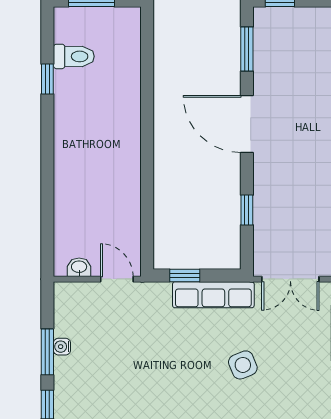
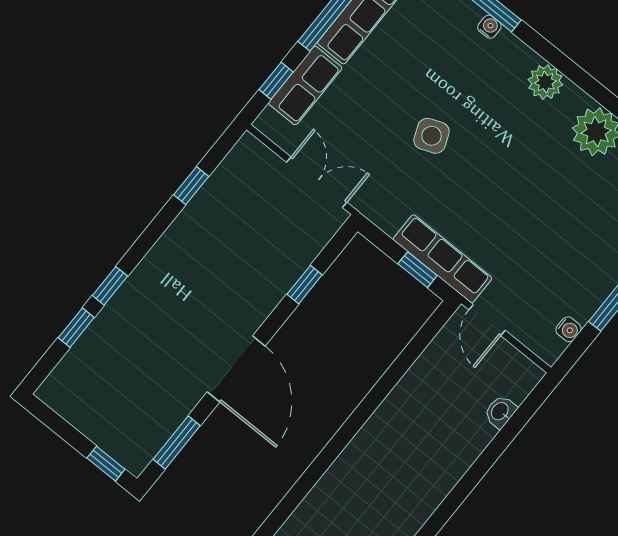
washbasin: (79, 267) -> (500, 412), moved, turned 90
row of seats: (213, 295) -> (443, 259), moved
water cooler: (62, 347) -> (569, 329), moved

